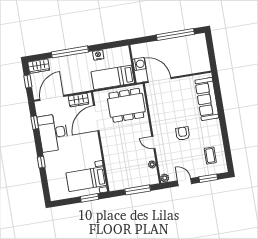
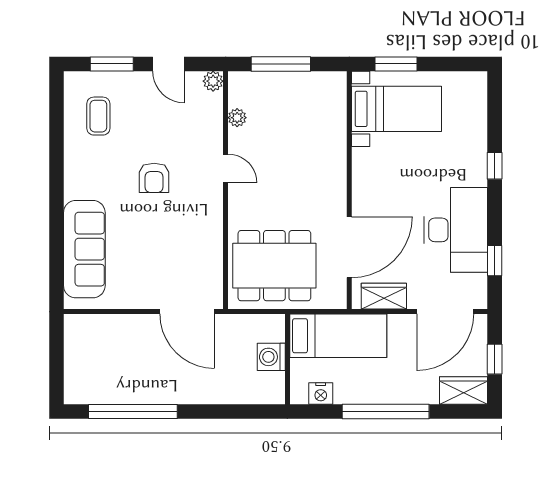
wall: (132, 64) -> (287, 359), moved
washing machine: (139, 64) -> (271, 357), moved
bed: (113, 77) -> (338, 336), moved

